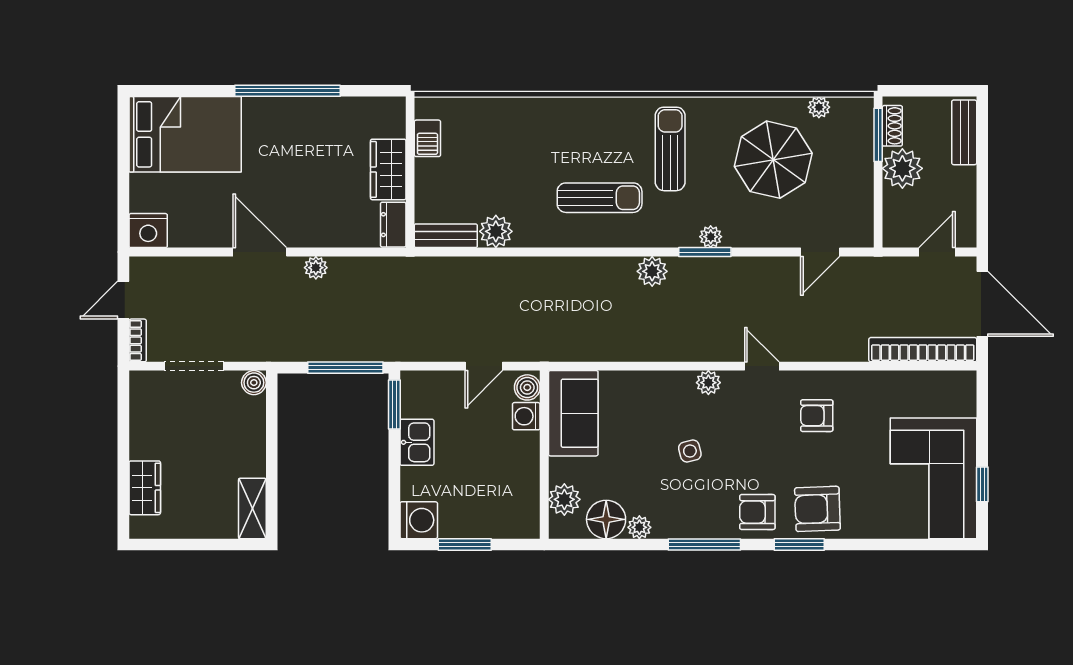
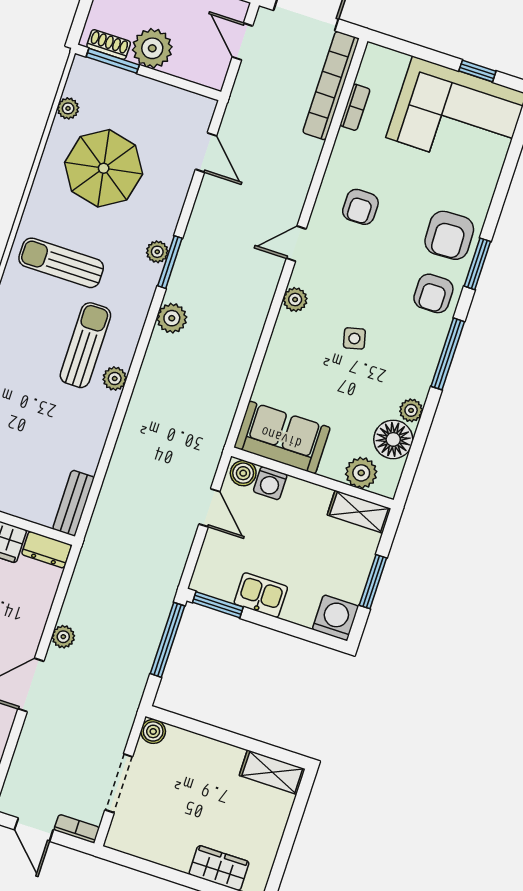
plant: (496, 231) -> (115, 379), moved, width x0.73, depth x0.73
bookcase: (910, 379) -> (355, 107), added
shelving: (527, 510) -> (359, 512), added

